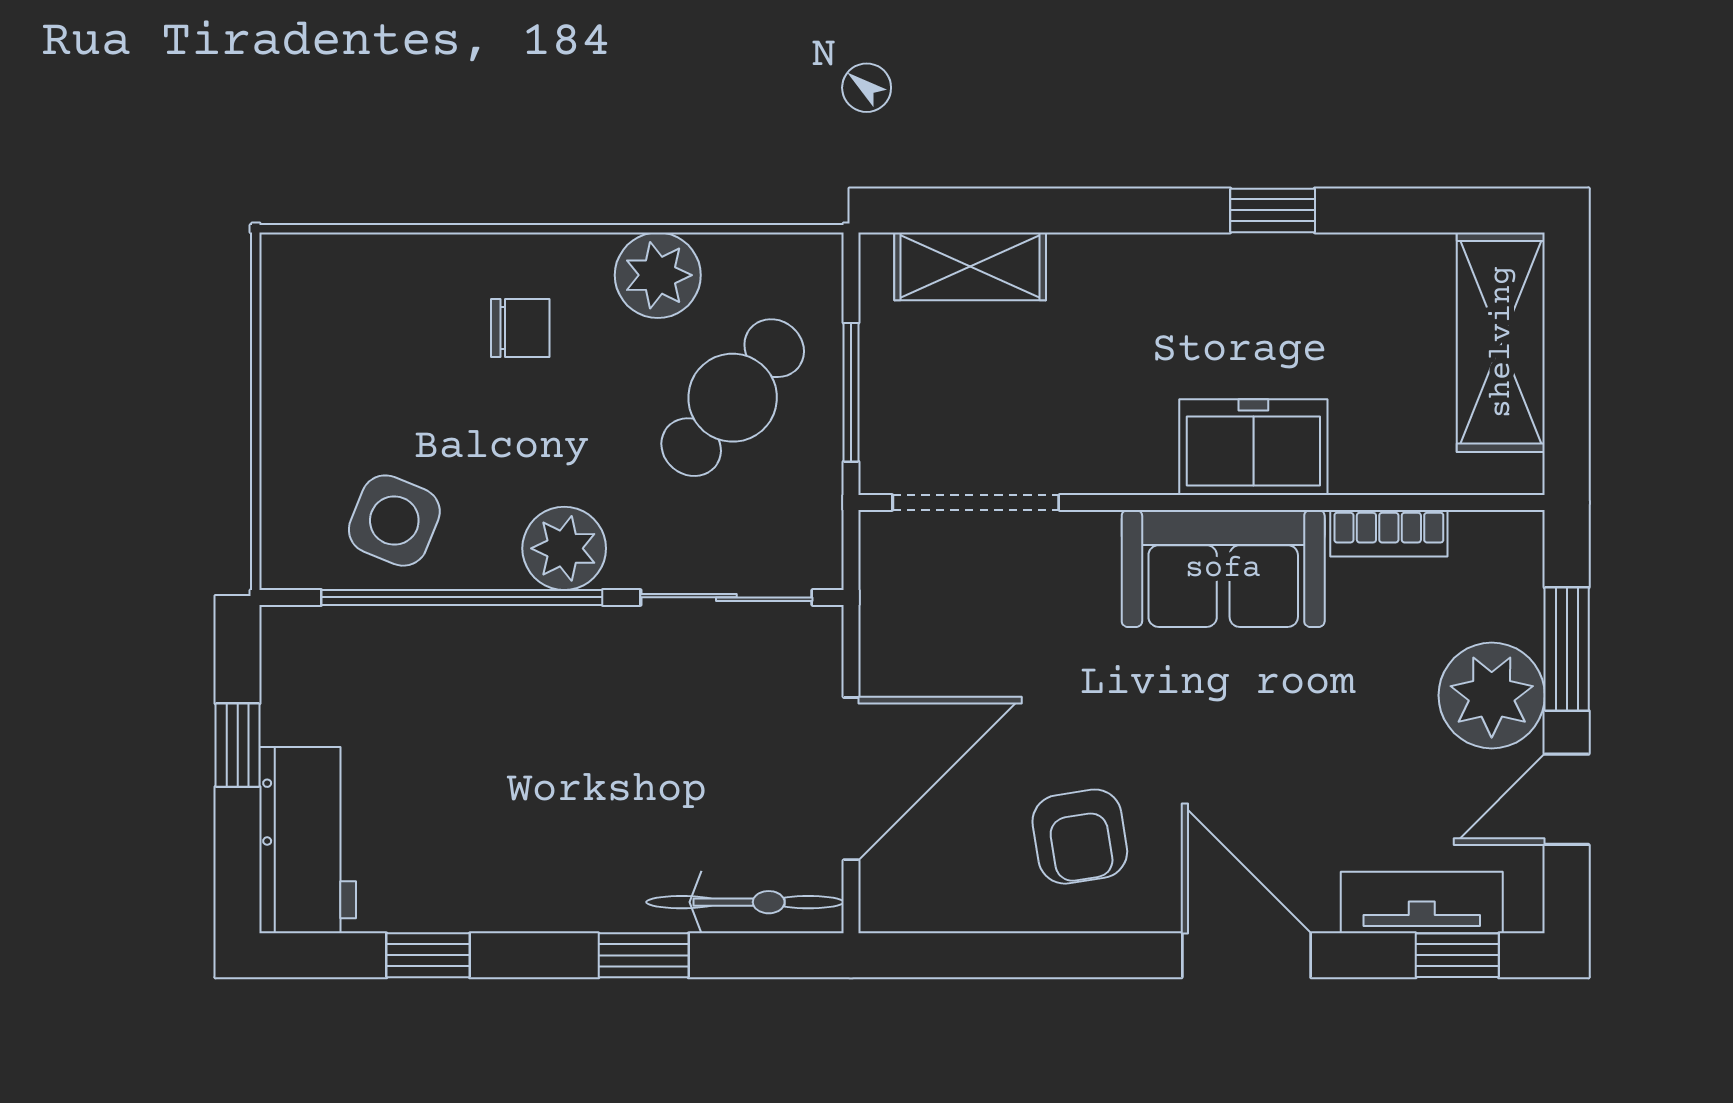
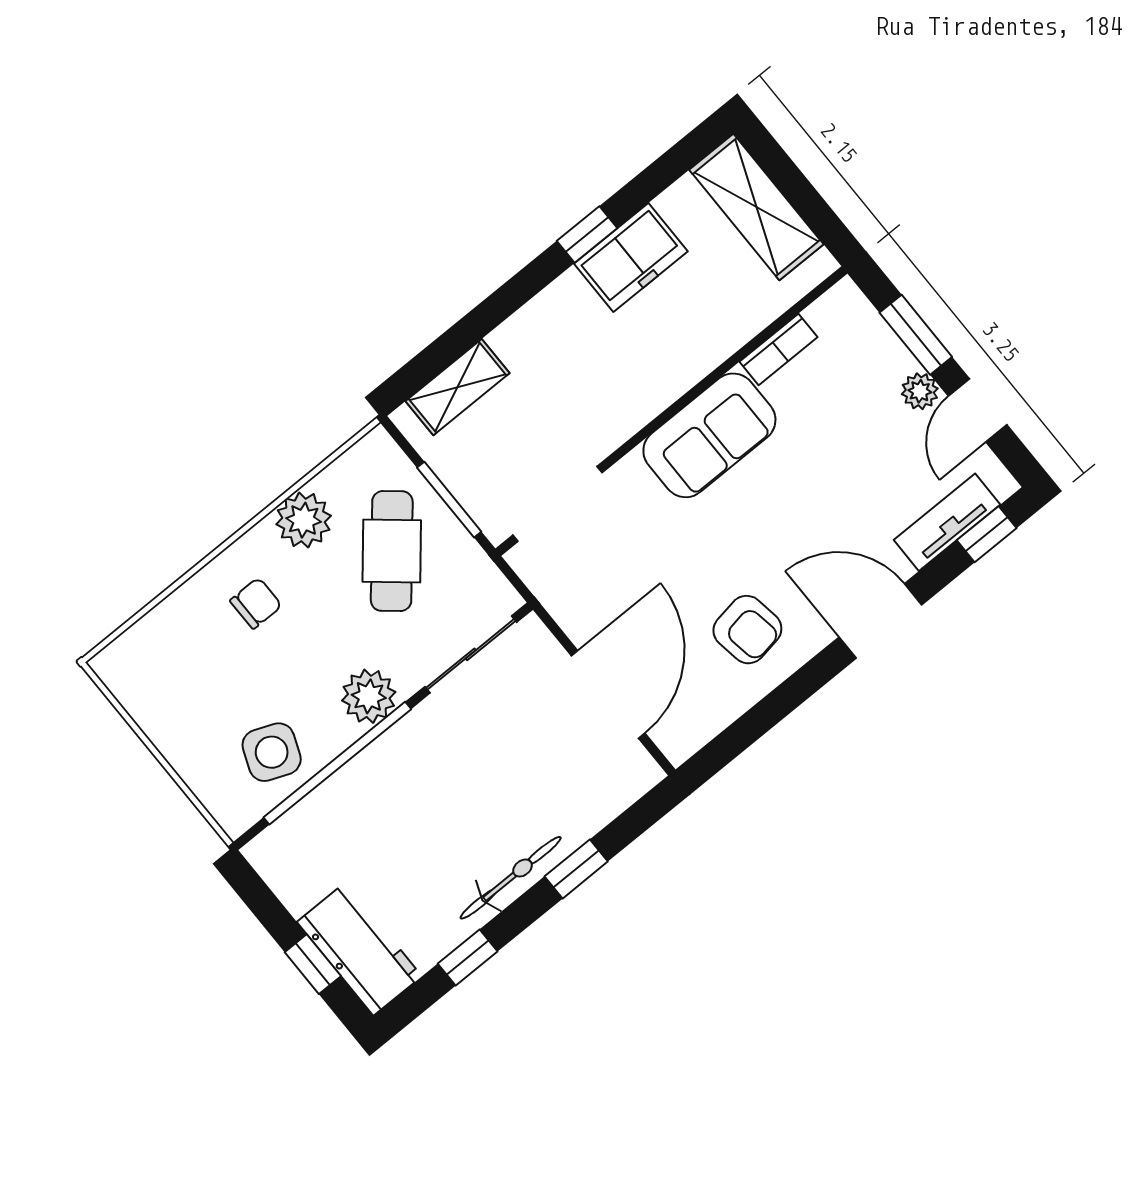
freezer: (1253, 447) -> (631, 257), moved, turned 180
plant: (1492, 695) -> (920, 391), width x0.53, depth x0.53
window: (238, 745) -> (313, 964), moved
bicycle: (745, 902) -> (511, 878), moved

